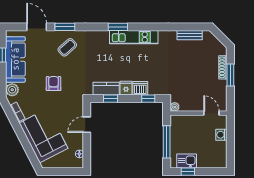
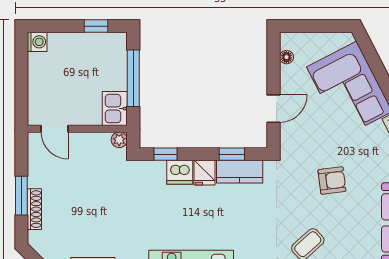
armchair: (54, 84) -> (332, 180), turned -97
washing machine: (221, 135) -> (37, 42), moved
kitchen sink: (187, 161) -> (115, 109), moved, turned 90

